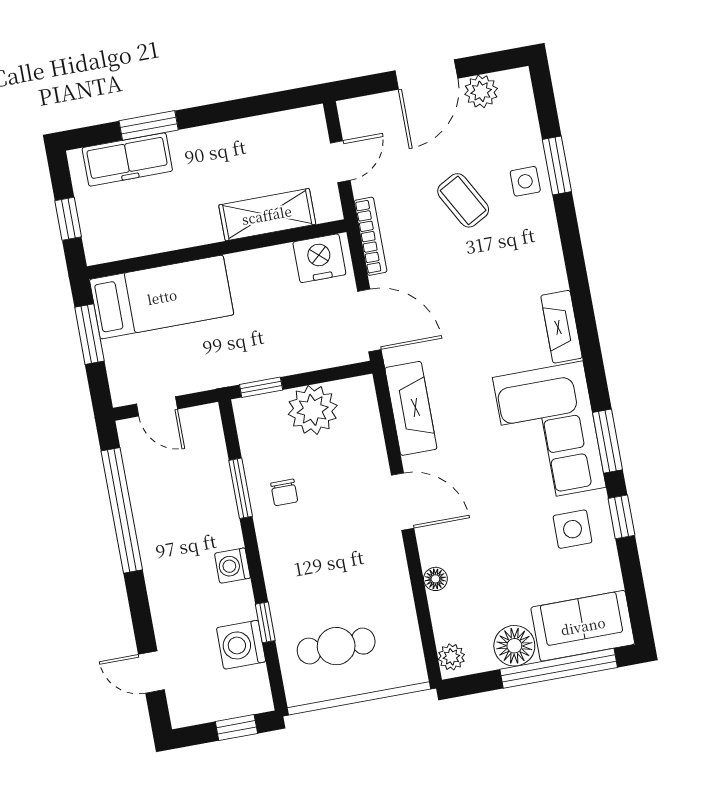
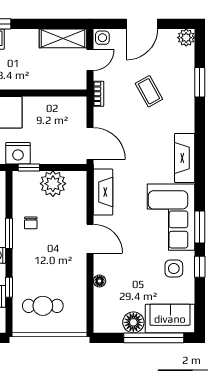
plant: (481, 91) -> (186, 38), moved
side table: (525, 181) -> (102, 38), moved
shelving: (267, 215) -> (63, 38), moved
bookcase: (371, 236) -> (99, 94), width x0.64
nightstand: (319, 258) -> (18, 153), moved, turned 180
fireplace: (561, 327) -> (185, 158), width x1.37, depth x1.32
window: (241, 488) -> (9, 233), moved
plant: (451, 657) -> (100, 322), removed

